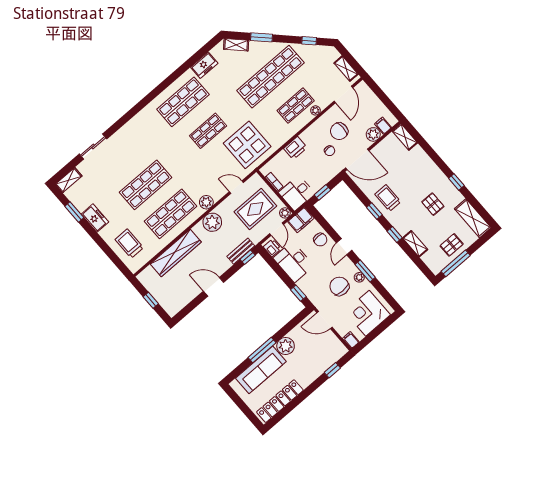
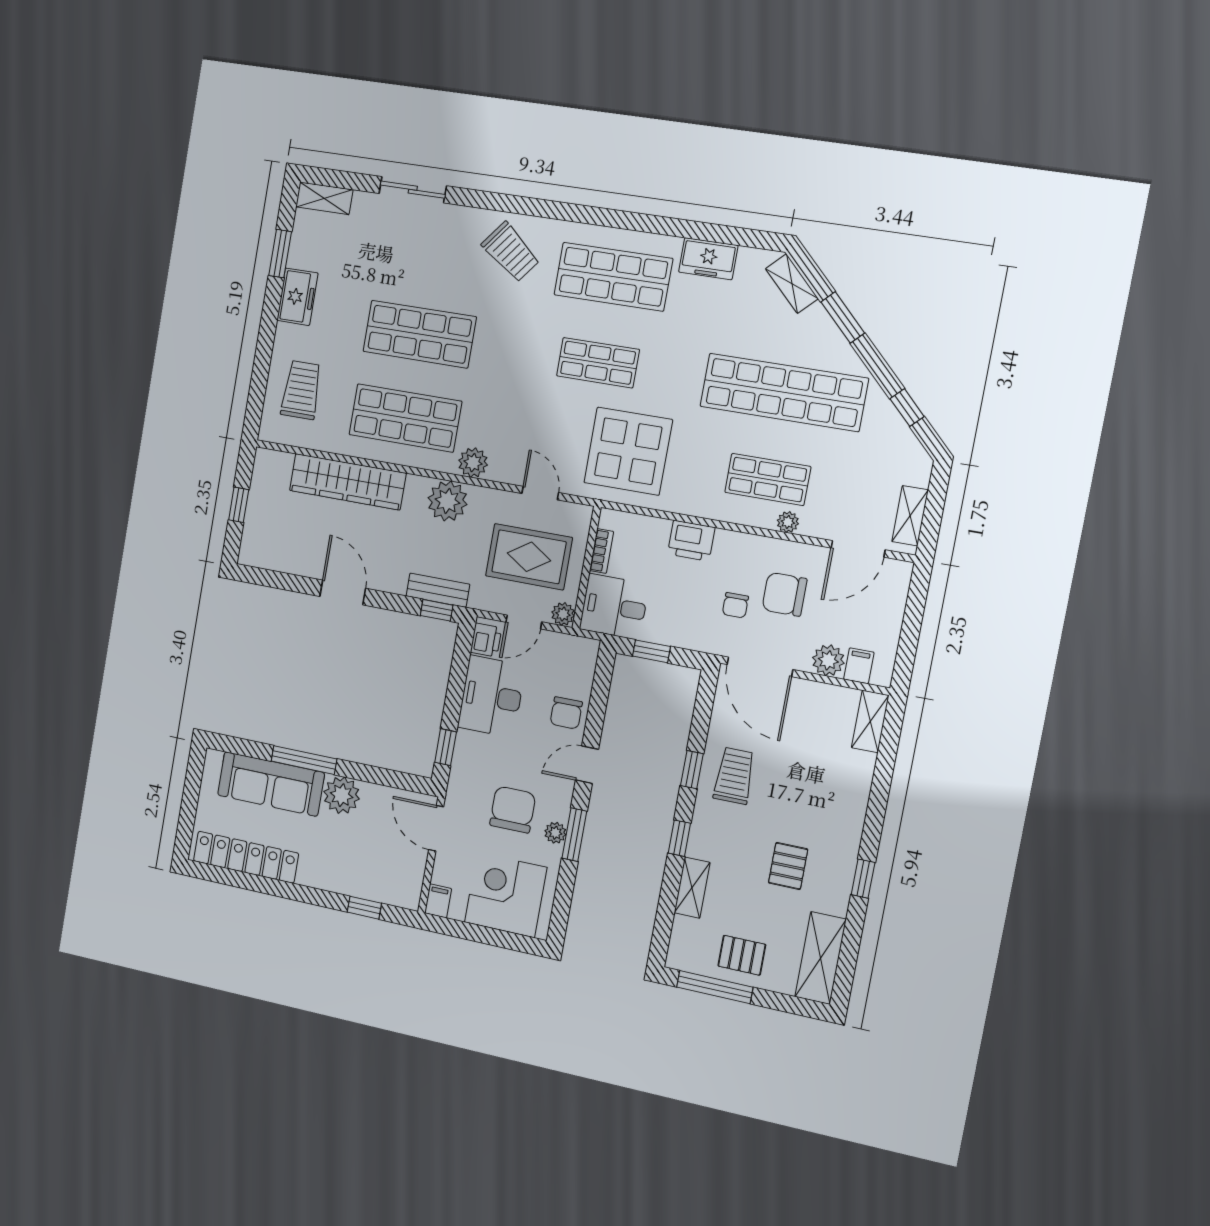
trolley: (144, 130) -> (511, 252), added
filing cabinet: (301, 220) -> (573, 652), removed

